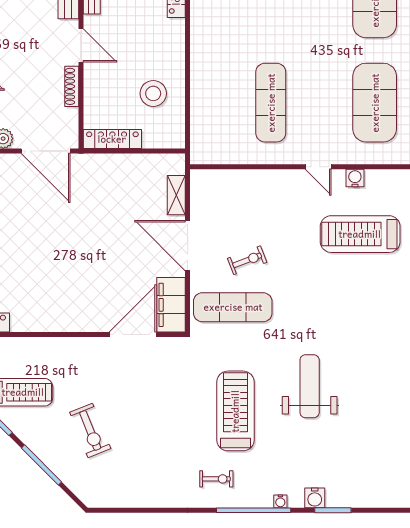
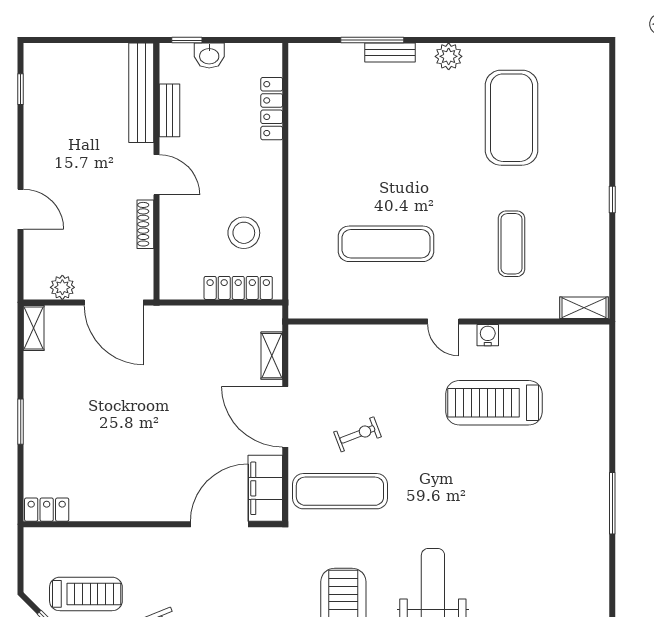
exercise mat: (271, 103) -> (386, 244), turned 90
exercise mat: (375, 103) -> (512, 244), width x0.50, depth x0.69
locker: (112, 139) -> (238, 288), moved

